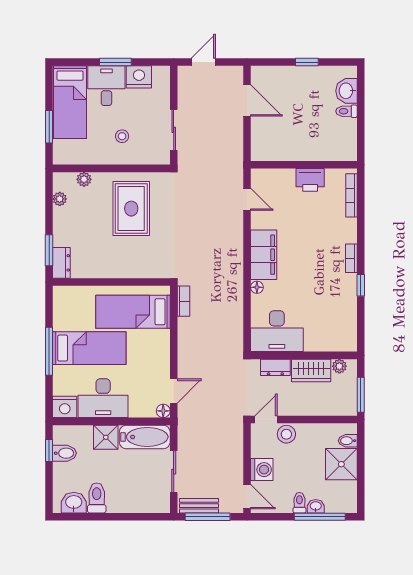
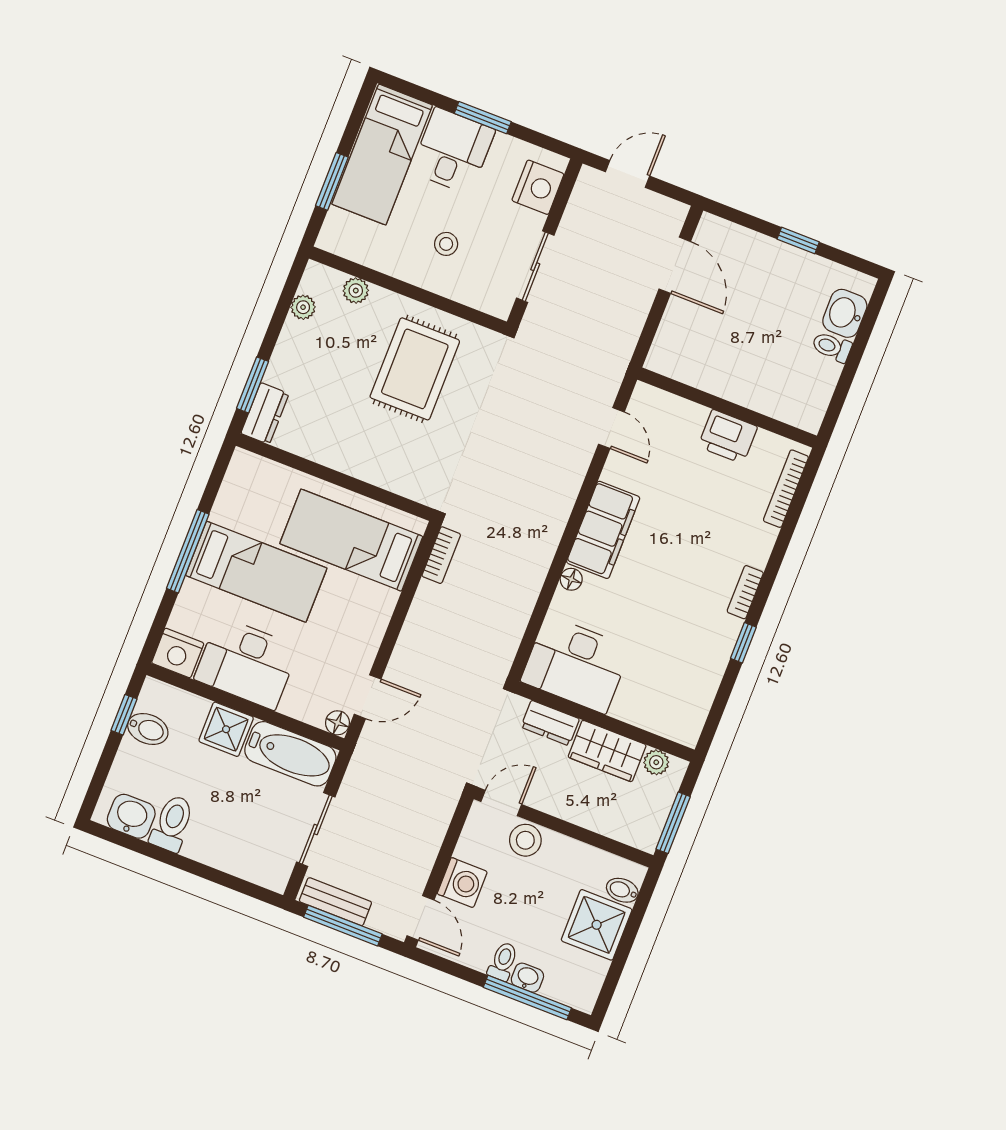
nightstand: (139, 77) -> (538, 187), moved, turned 90

